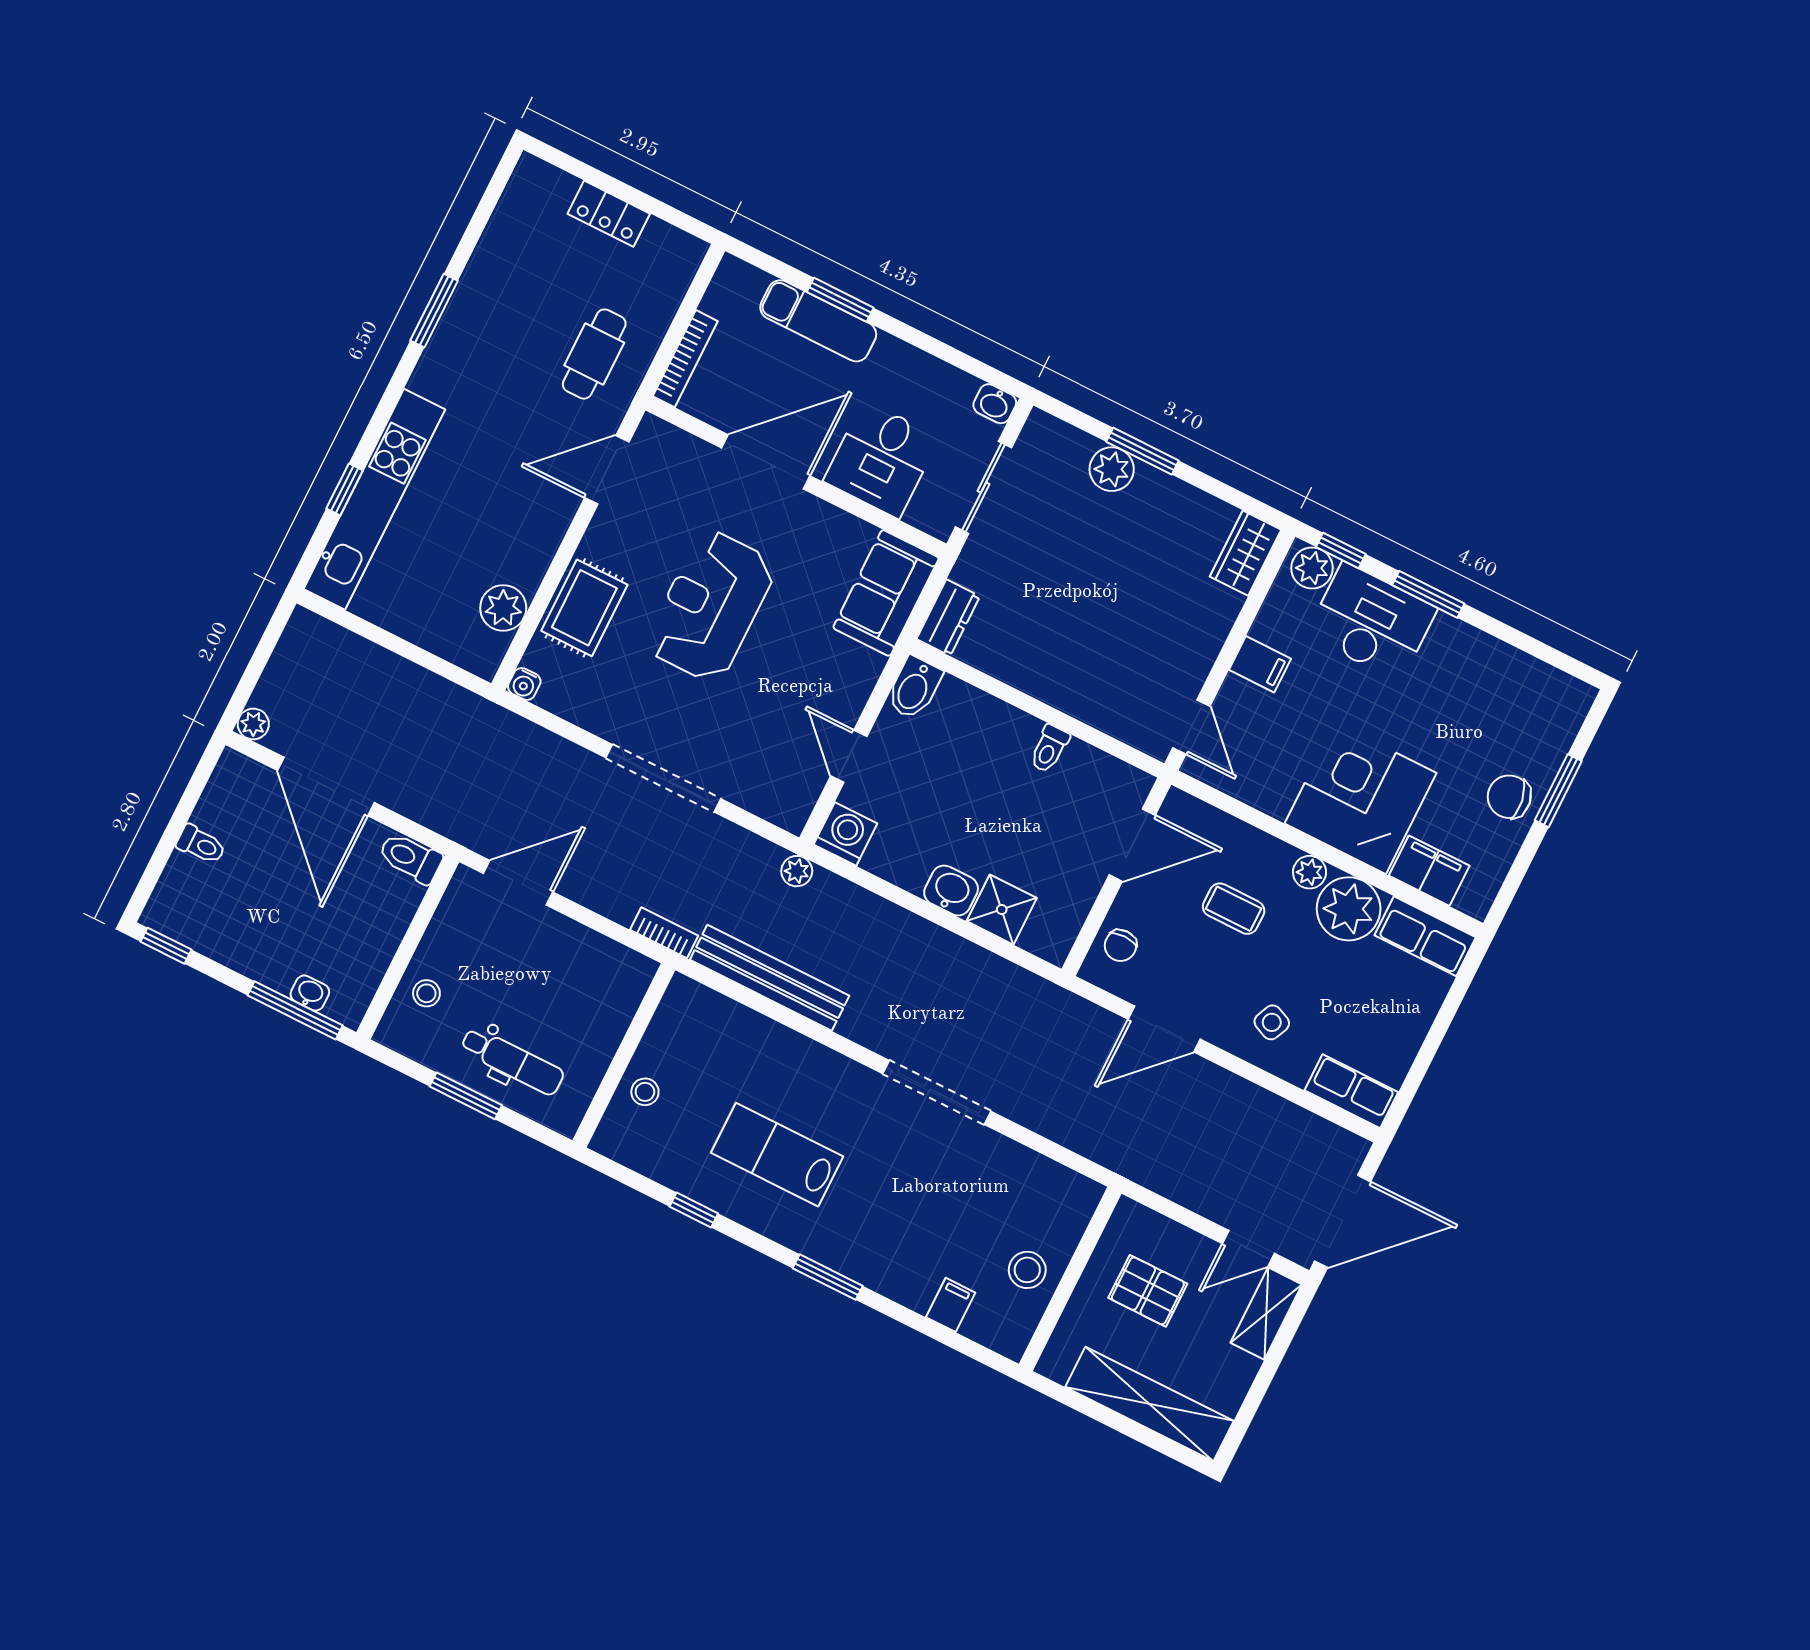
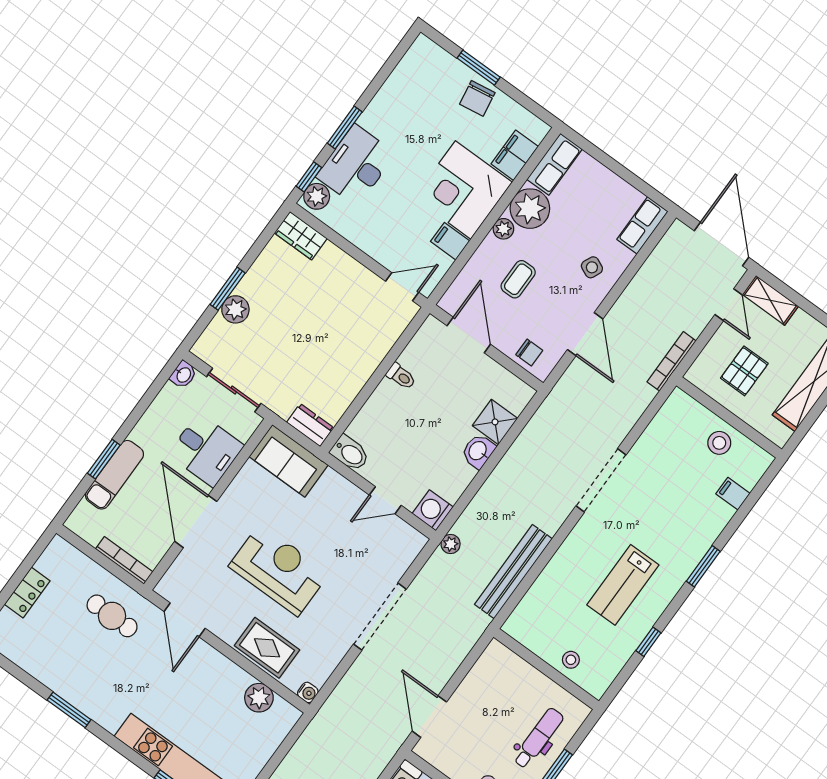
reception desk: (711, 606) -> (279, 570), turned 180
filing cabinet: (1260, 664) -> (450, 241), moved, turned -90
bookcase: (664, 933) -> (672, 361), moved, width x1.56

